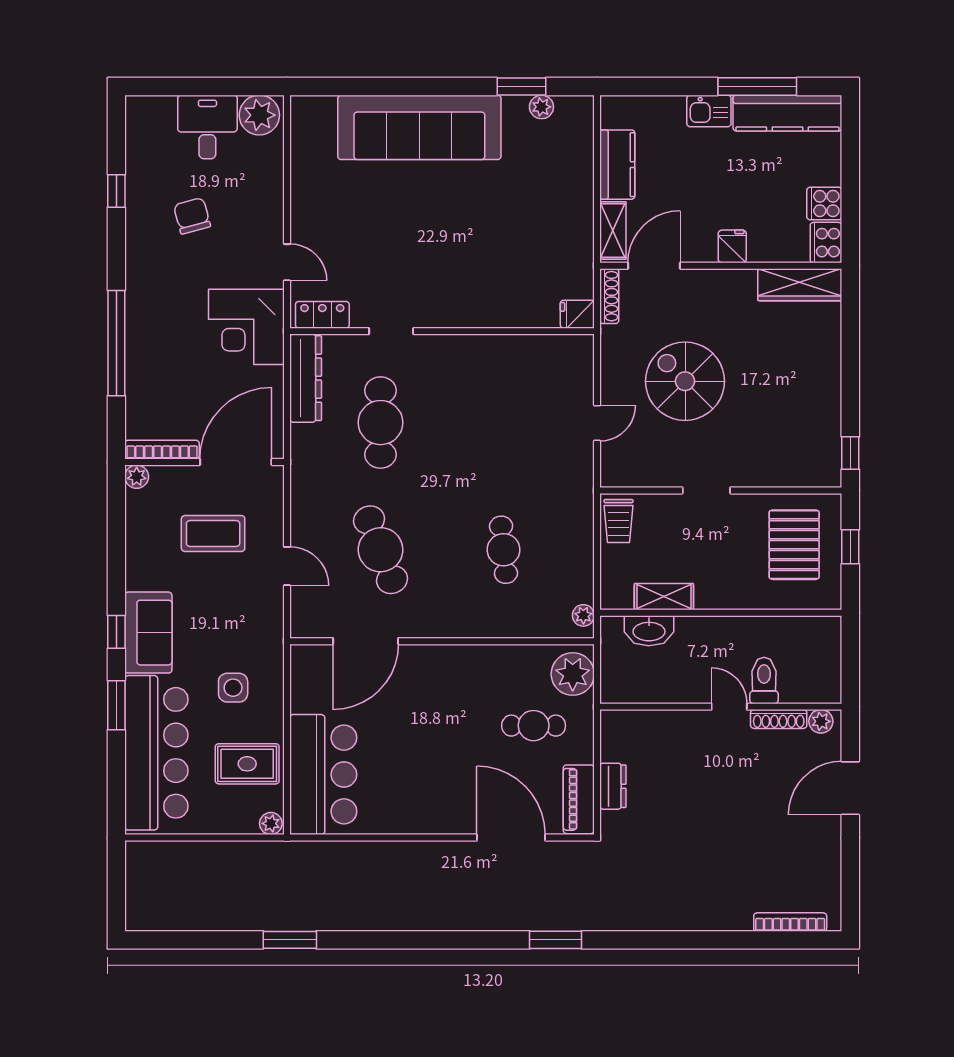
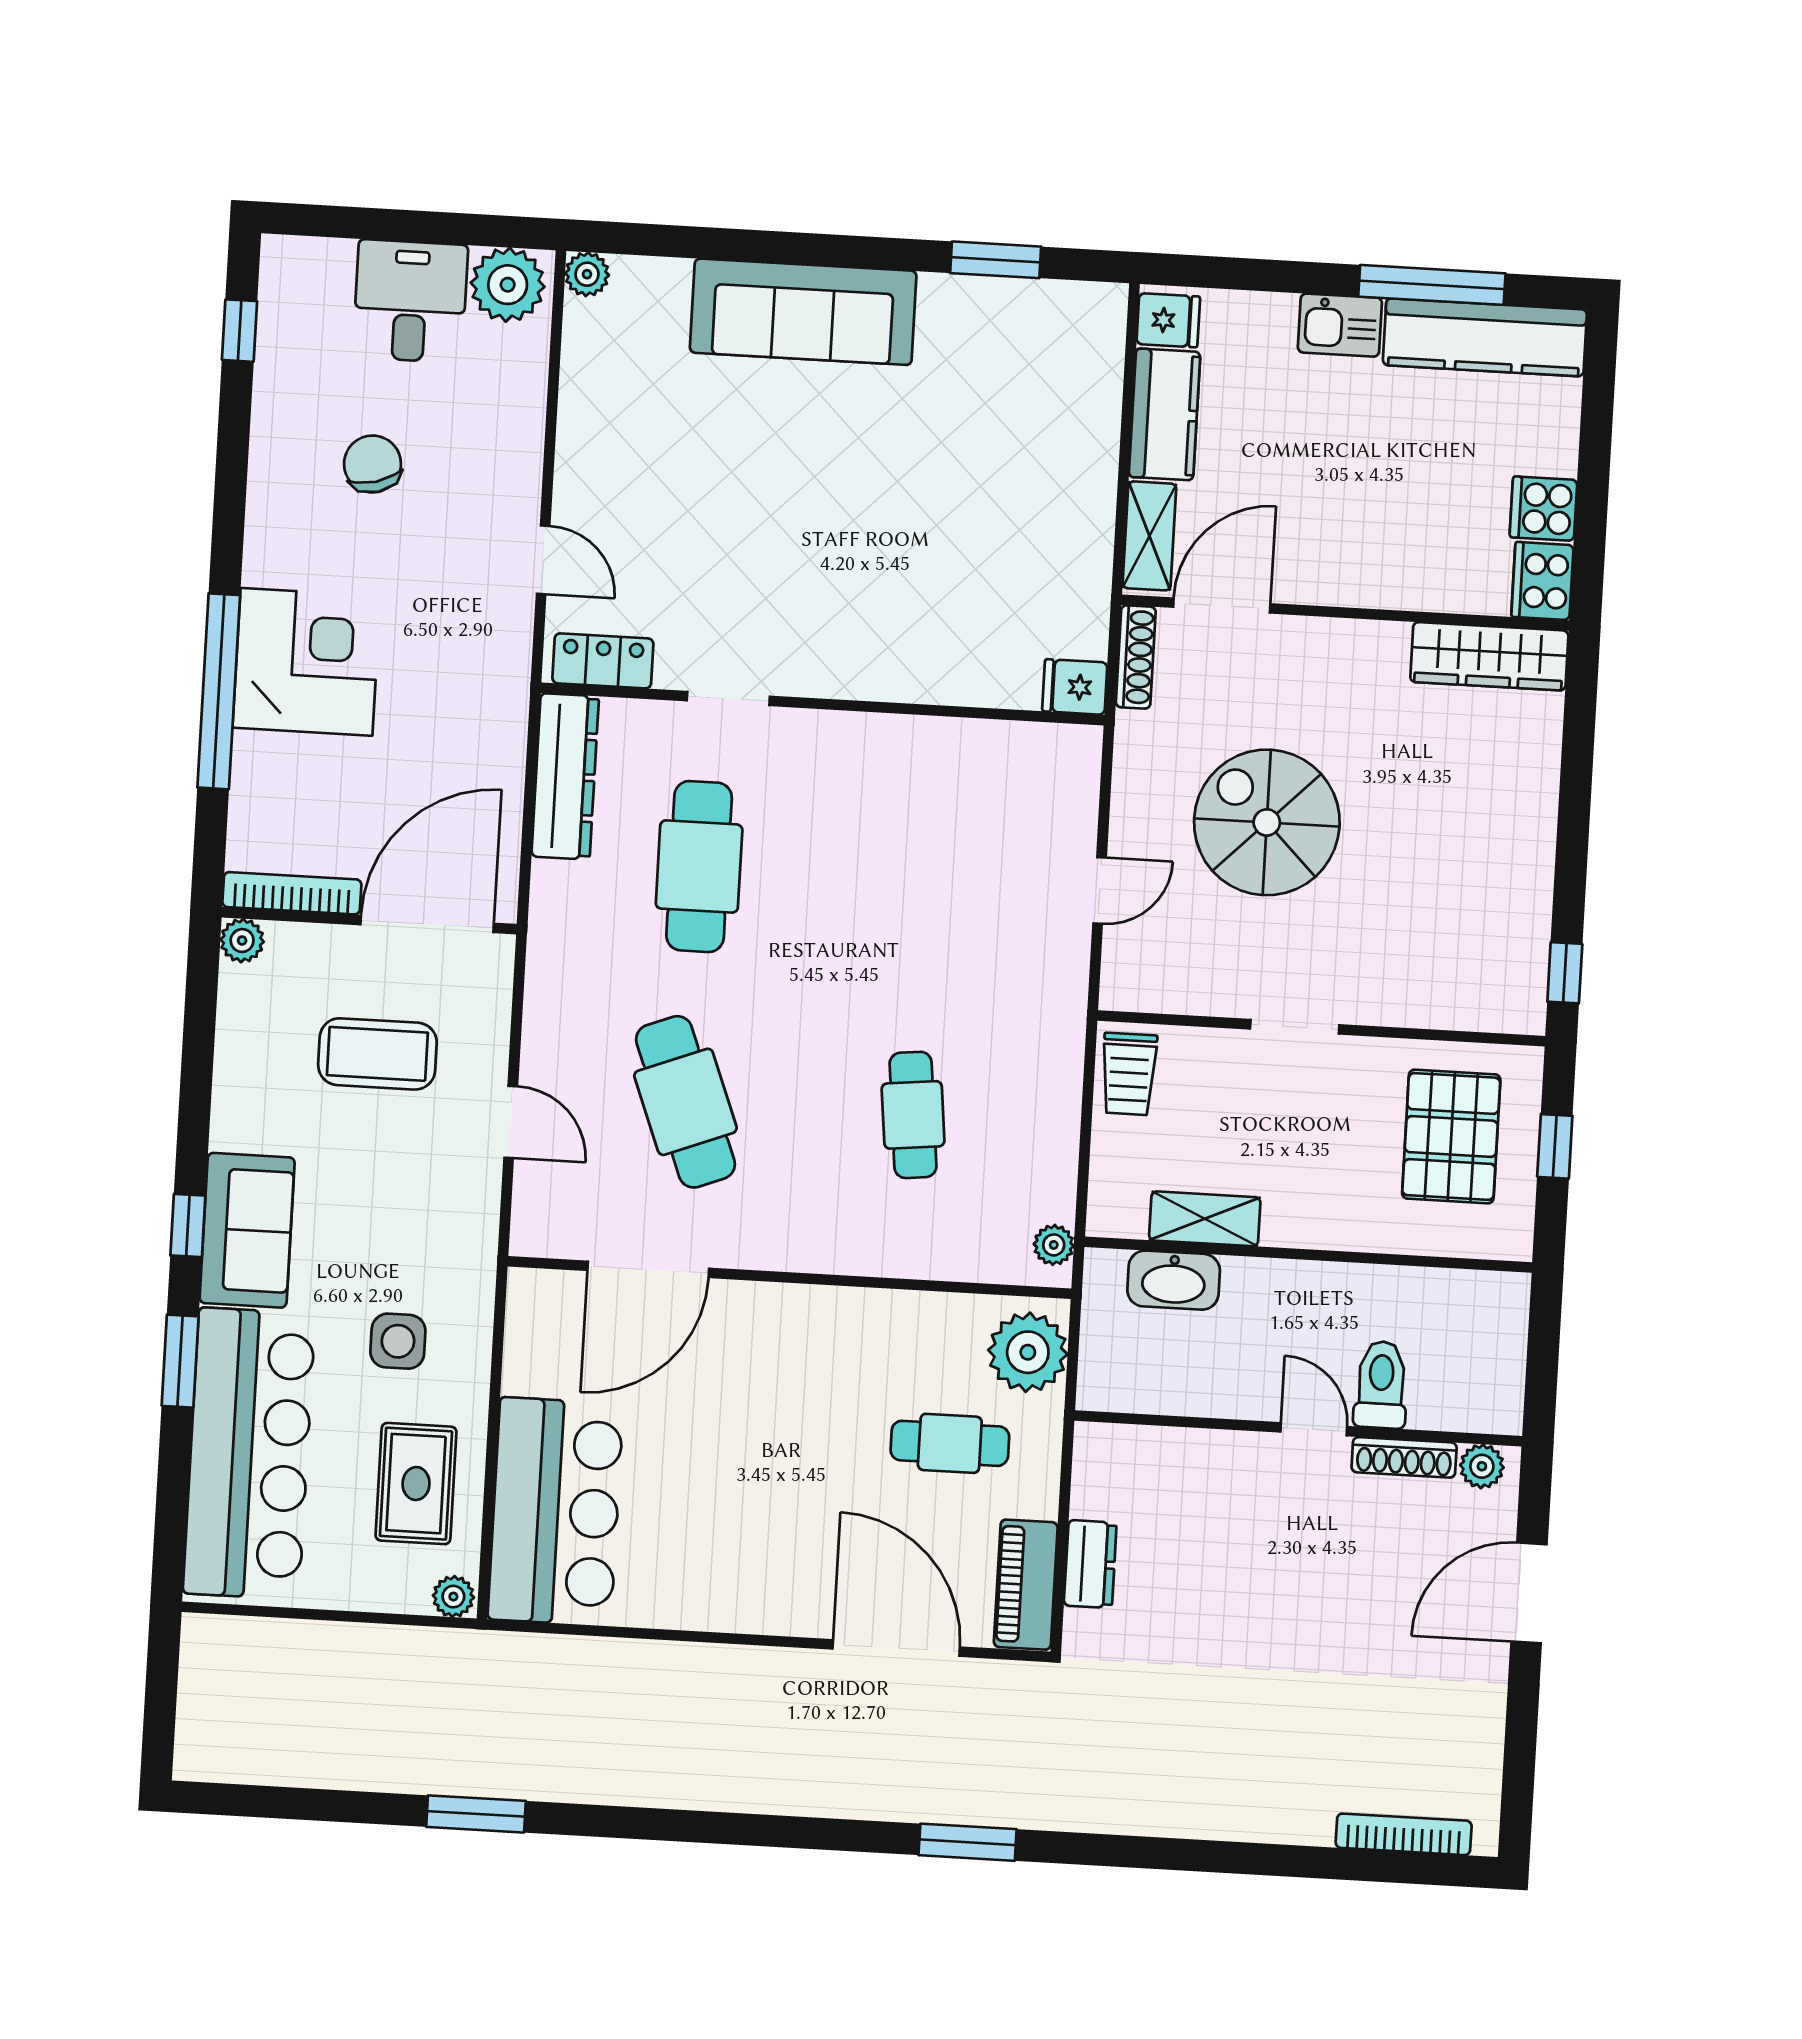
plant: (541, 107) -> (587, 274), moved
sofa: (419, 127) -> (803, 312), width x0.74, depth x0.79
window: (116, 191) -> (240, 331), moved
fridge: (732, 246) -> (1168, 320), moved, turned 90
corner desk: (246, 327) -> (306, 662), moved, turned 180
rug: (247, 764) -> (416, 1484), turned 90

